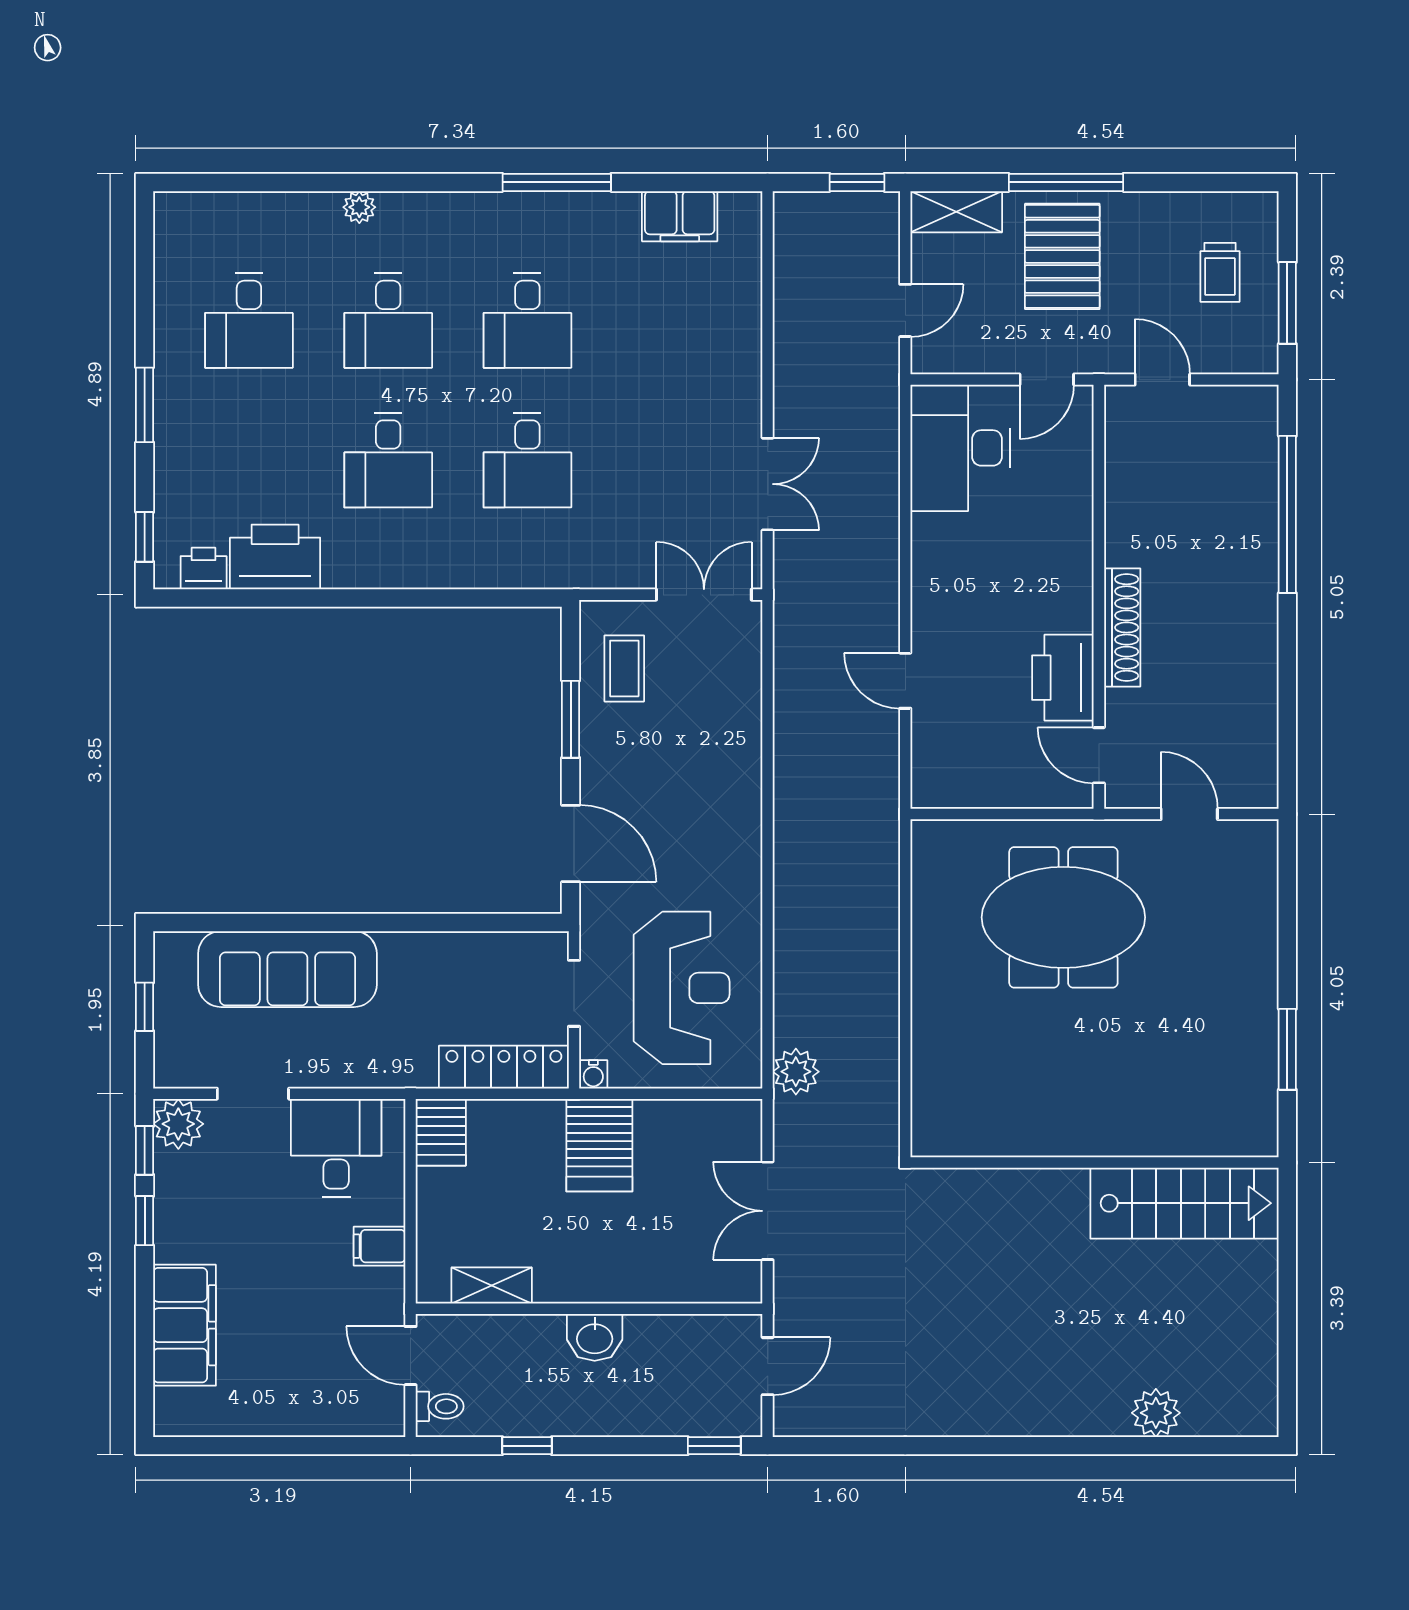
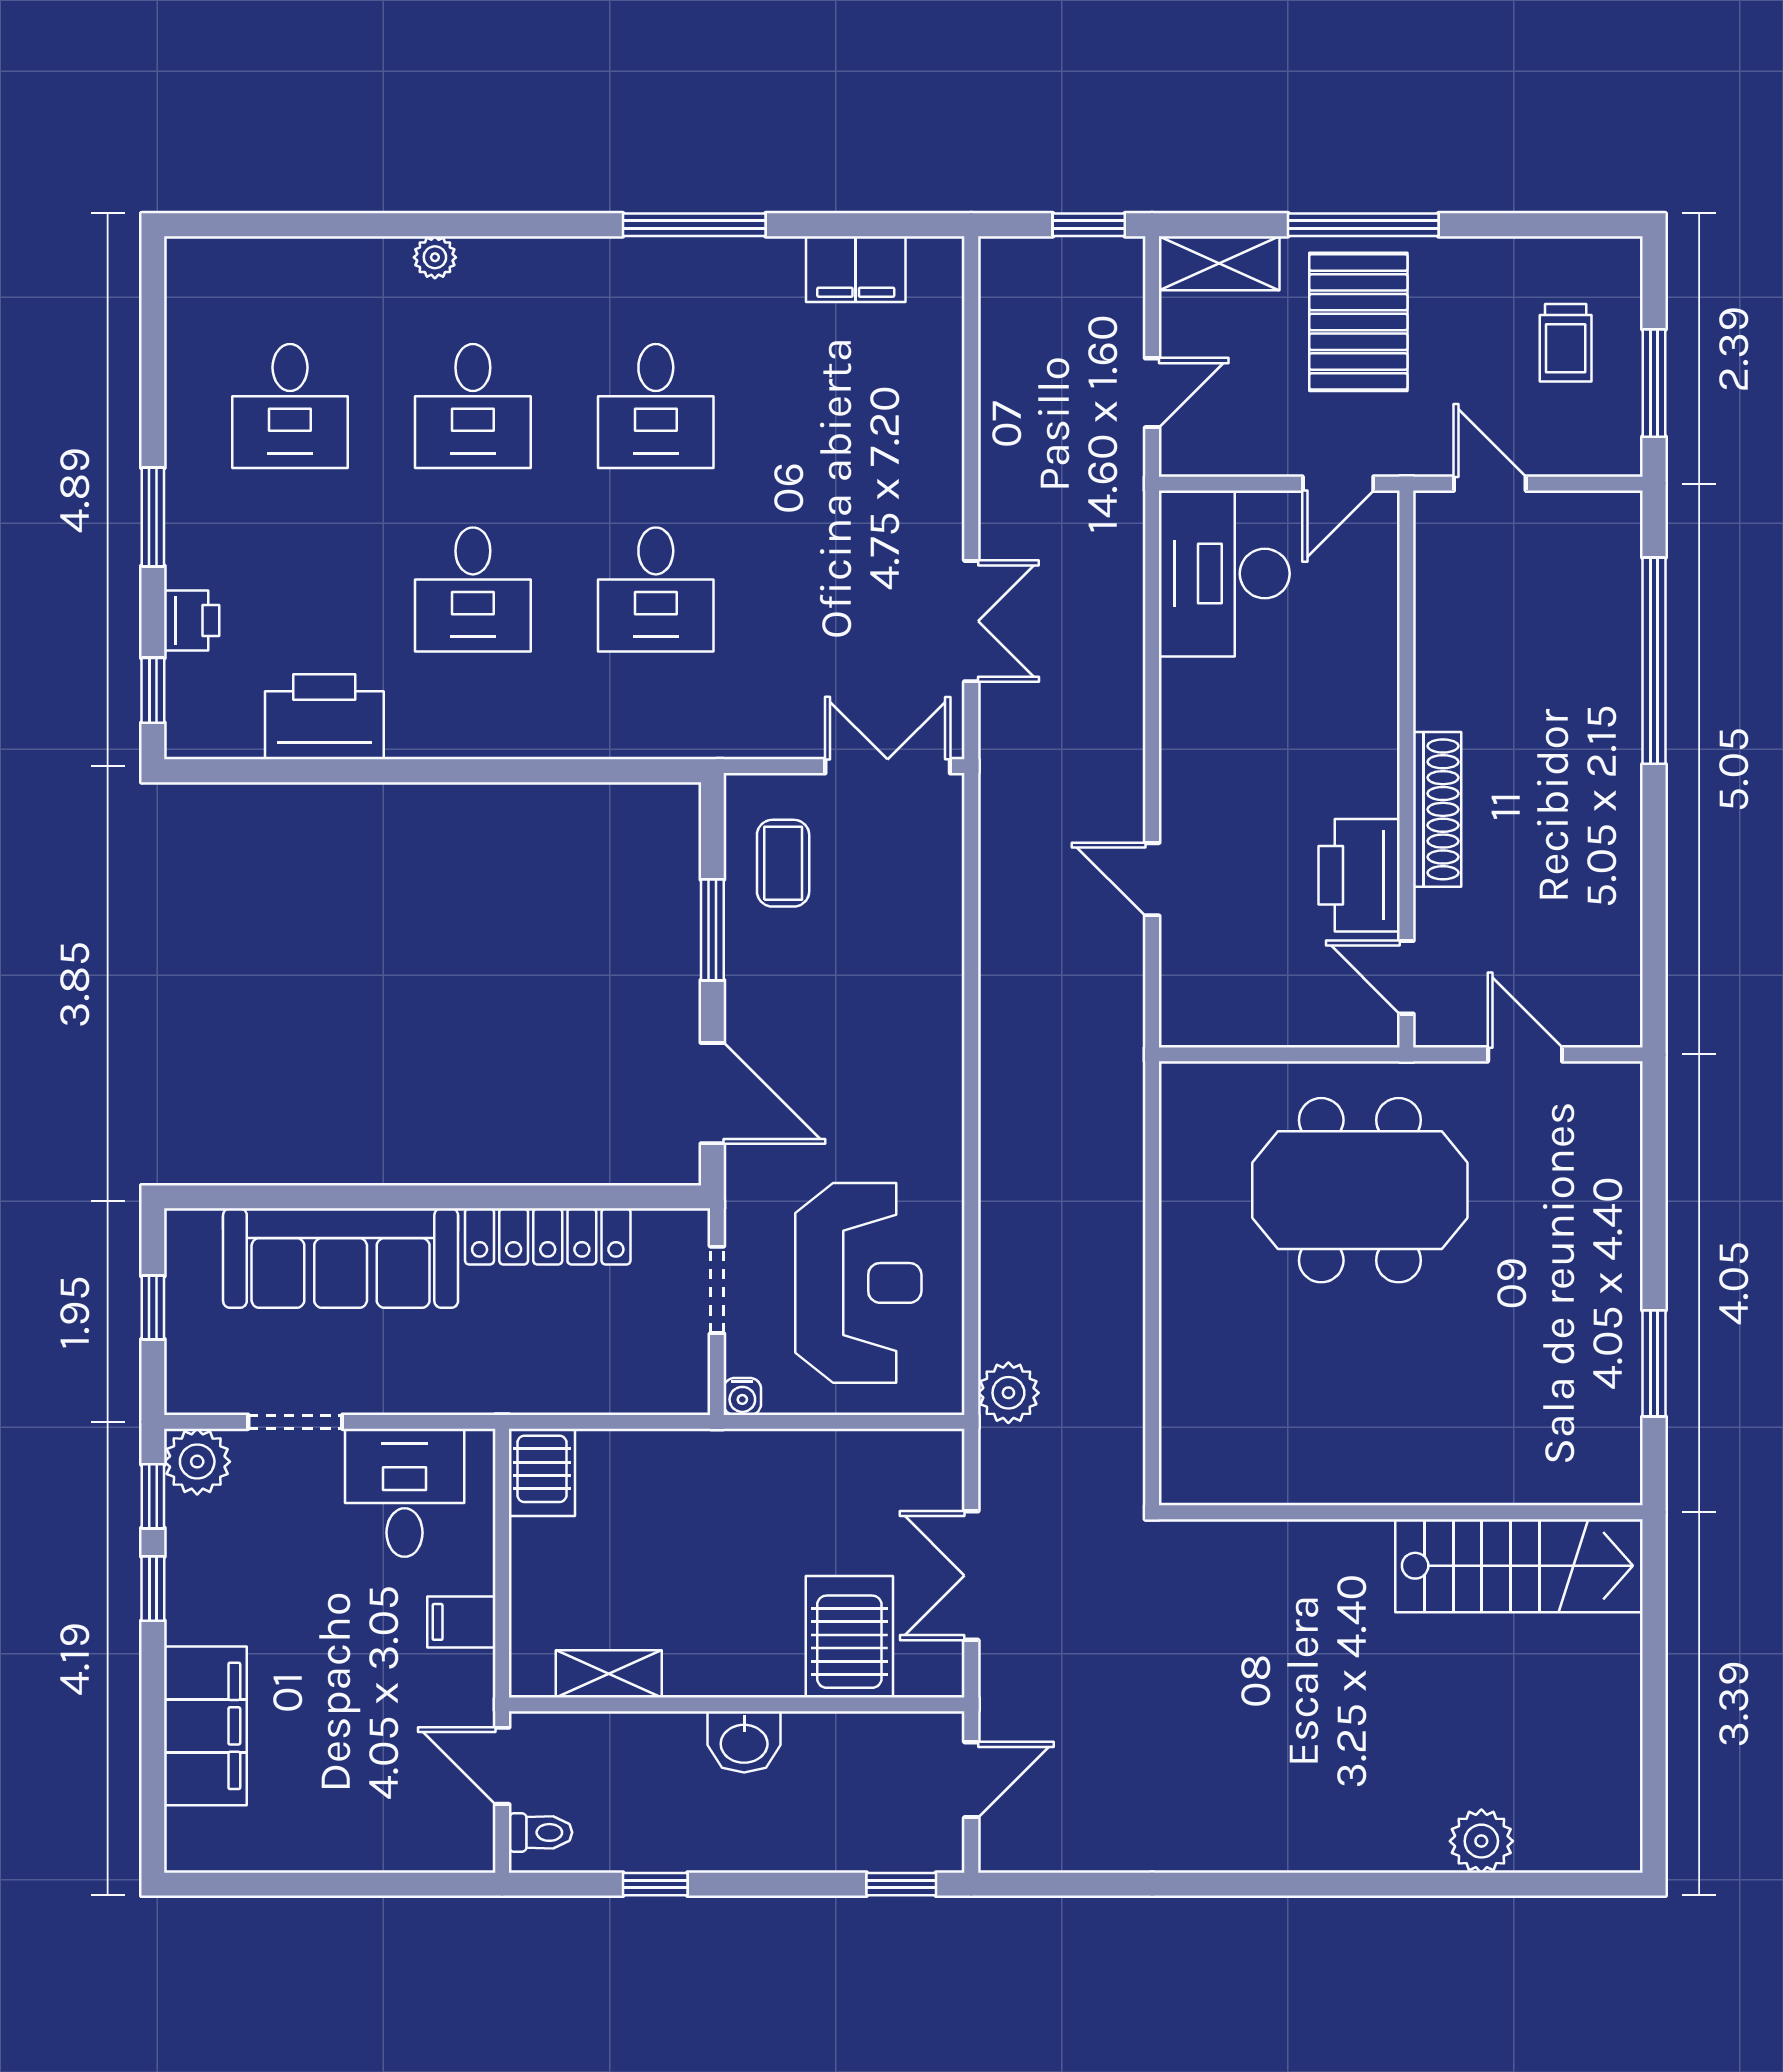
printer: (204, 569) -> (192, 621), moved, turned 90
locker: (504, 1067) -> (548, 1236), moved, turned 180
server rack: (599, 1145) -> (849, 1637), moved, turned 180

